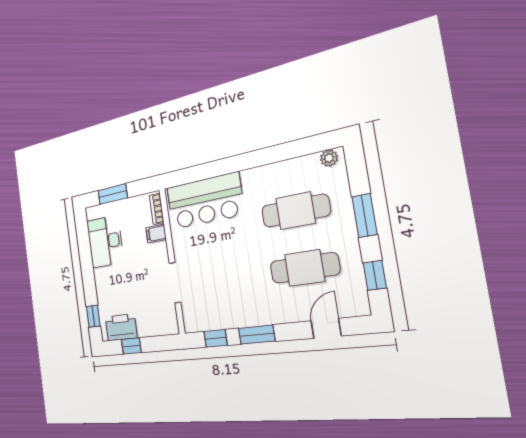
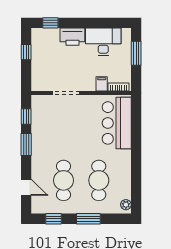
printer: (121, 327) -> (72, 37), moved, turned 90

